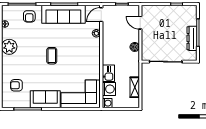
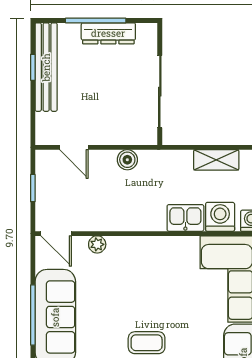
bench: (177, 10) -> (46, 67), added
door: (140, 23) -> (74, 147), hinge flipped

